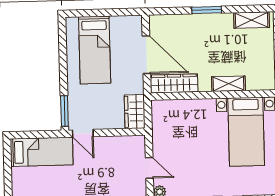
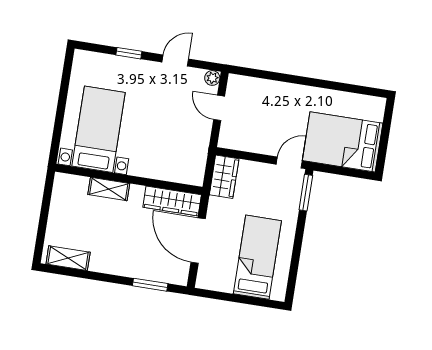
window: (207, 10) -> (150, 285), moved
door: (83, 133) -> (289, 163), hinge flipped
bed: (42, 152) -> (343, 142), width x1.50

